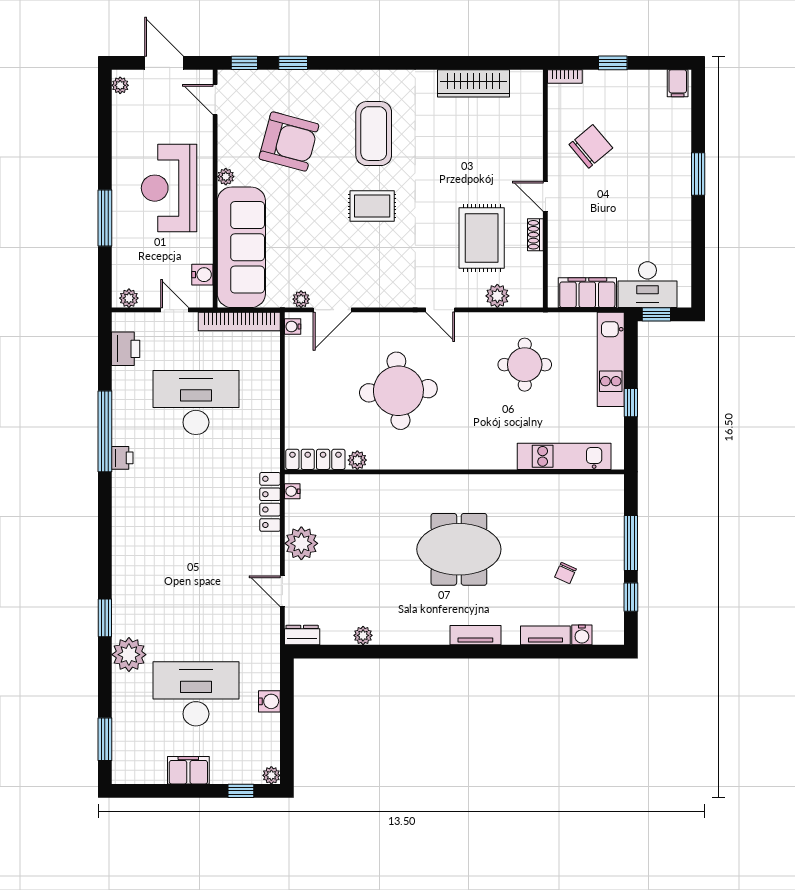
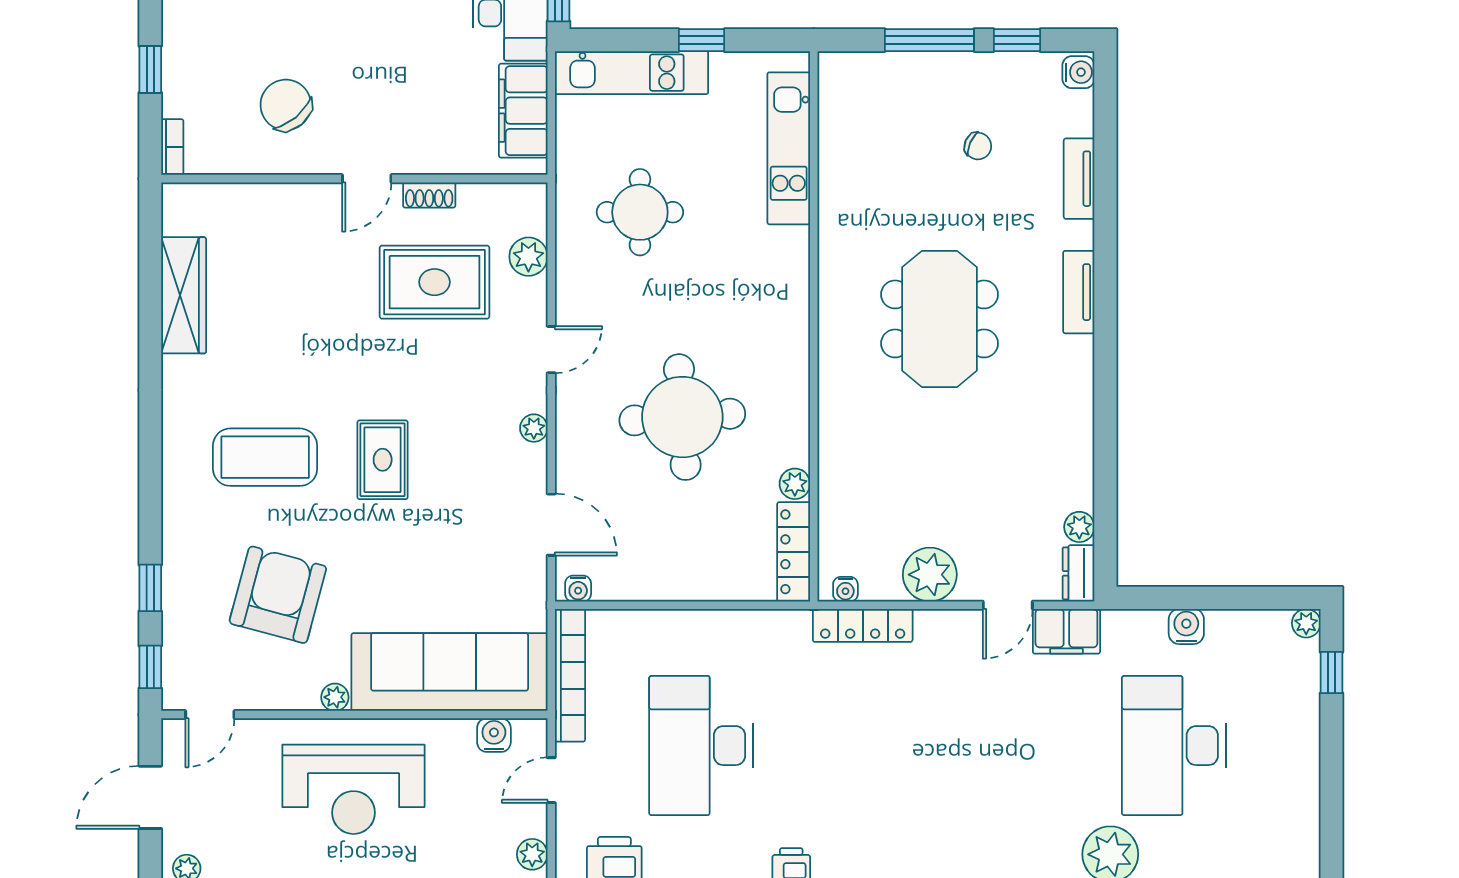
plant: (301, 299) -> (534, 428), moved
plant: (363, 635) -> (1079, 527), moved
water cooler: (582, 635) -> (1078, 72), moved
filing cabinet: (188, 770) -> (1066, 631), moved, turned -90

